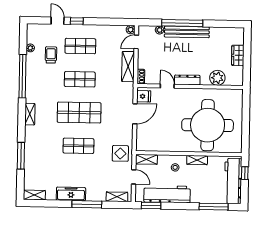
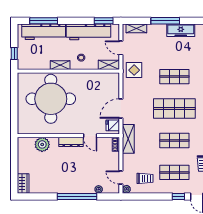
bench: (187, 32) -> (72, 188), removed
trolley: (111, 41) -> (145, 178), added
door: (136, 42) -> (121, 177), swing flipped
wardrobe: (238, 55) -> (23, 183), moved
shelving: (128, 67) -> (128, 139), moved
workbench: (233, 181) -> (44, 32), moved, turned 90

